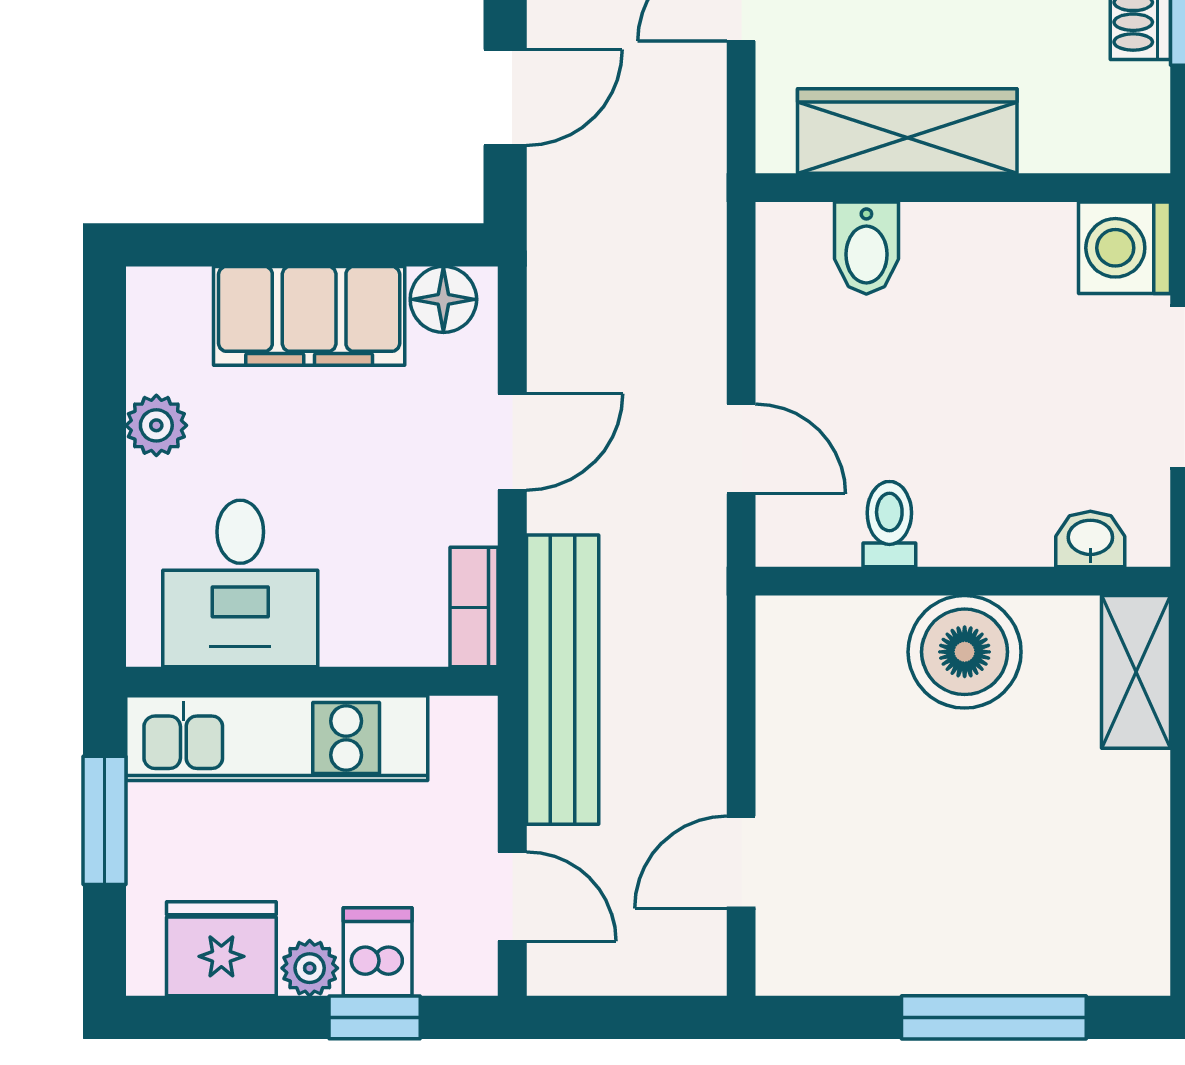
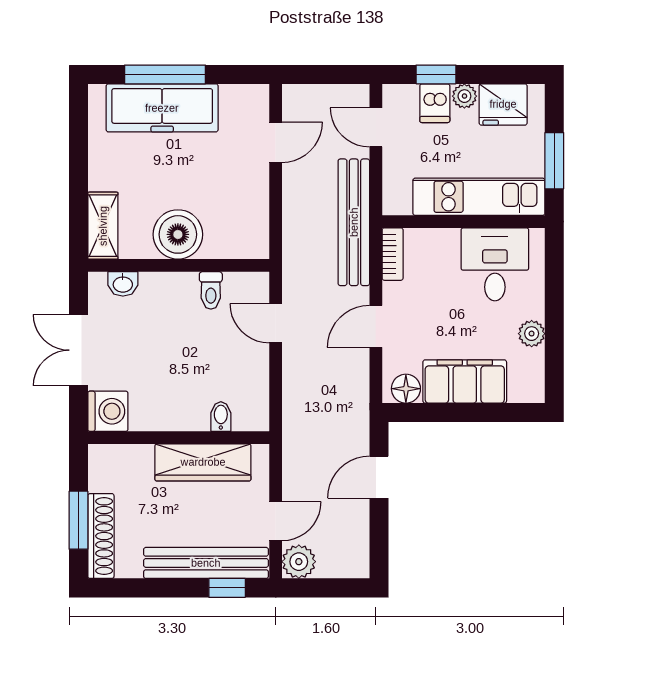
bidet: (866, 248) -> (221, 417), width x0.72, depth x0.74
freezer: (1001, 941) -> (162, 108), added

